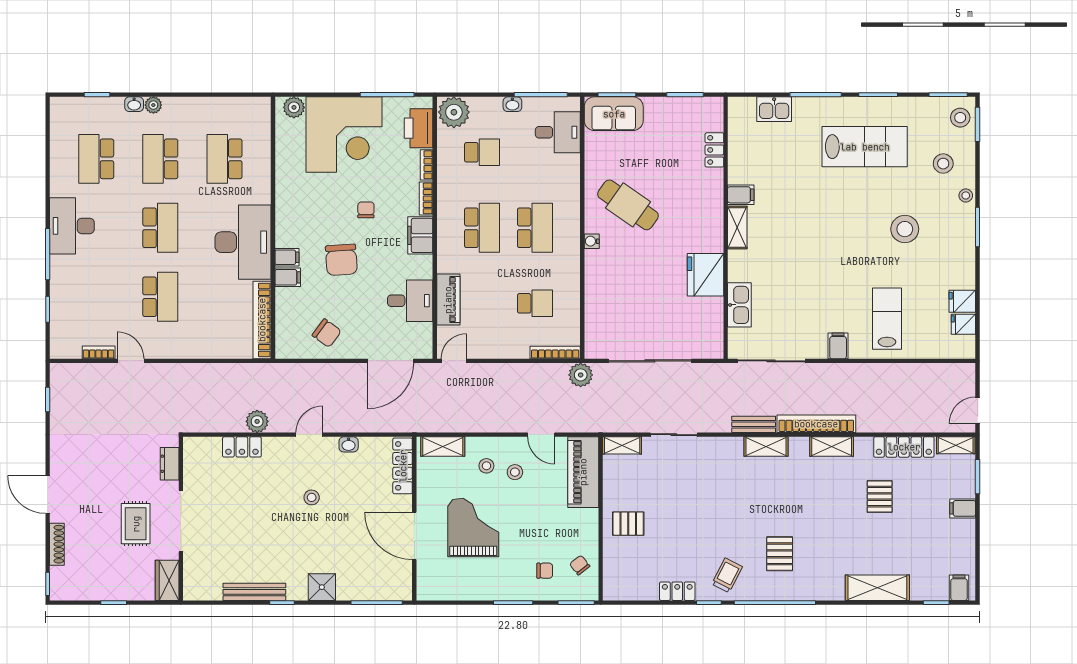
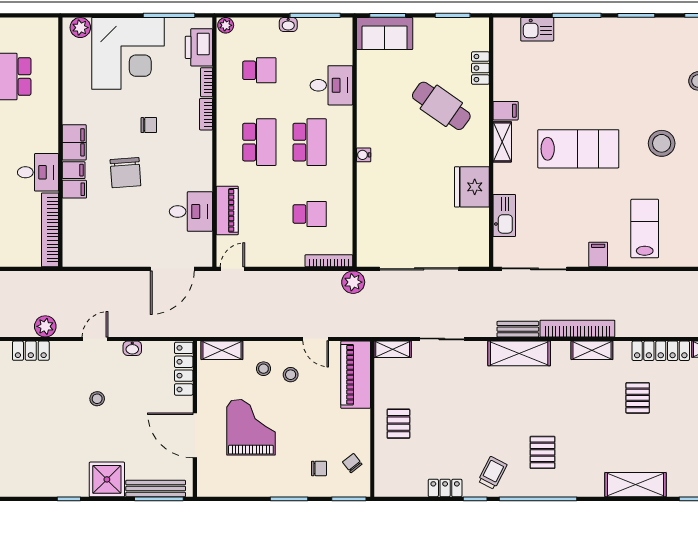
plant: (454, 112) -> (226, 25), width x0.53, depth x0.53
desk: (558, 132) -> (331, 85), moved
lab bench: (865, 147) -> (578, 149), moved
cafe table: (628, 205) -> (441, 106), moved
chair: (366, 210) -> (149, 125), turned 90
filing cabinet: (420, 235) -> (74, 142), moved, turned 180
desk: (243, 242) -> (38, 172), width x0.53, depth x0.77
chair: (327, 333) -> (111, 242), removed
shelving: (766, 447) -> (519, 353), width x1.50, depth x1.33
pallet: (628, 524) -> (398, 424), turned 90
shower: (322, 587) -> (107, 479), width x1.36, depth x1.36
bench: (254, 592) -> (156, 489), moved

